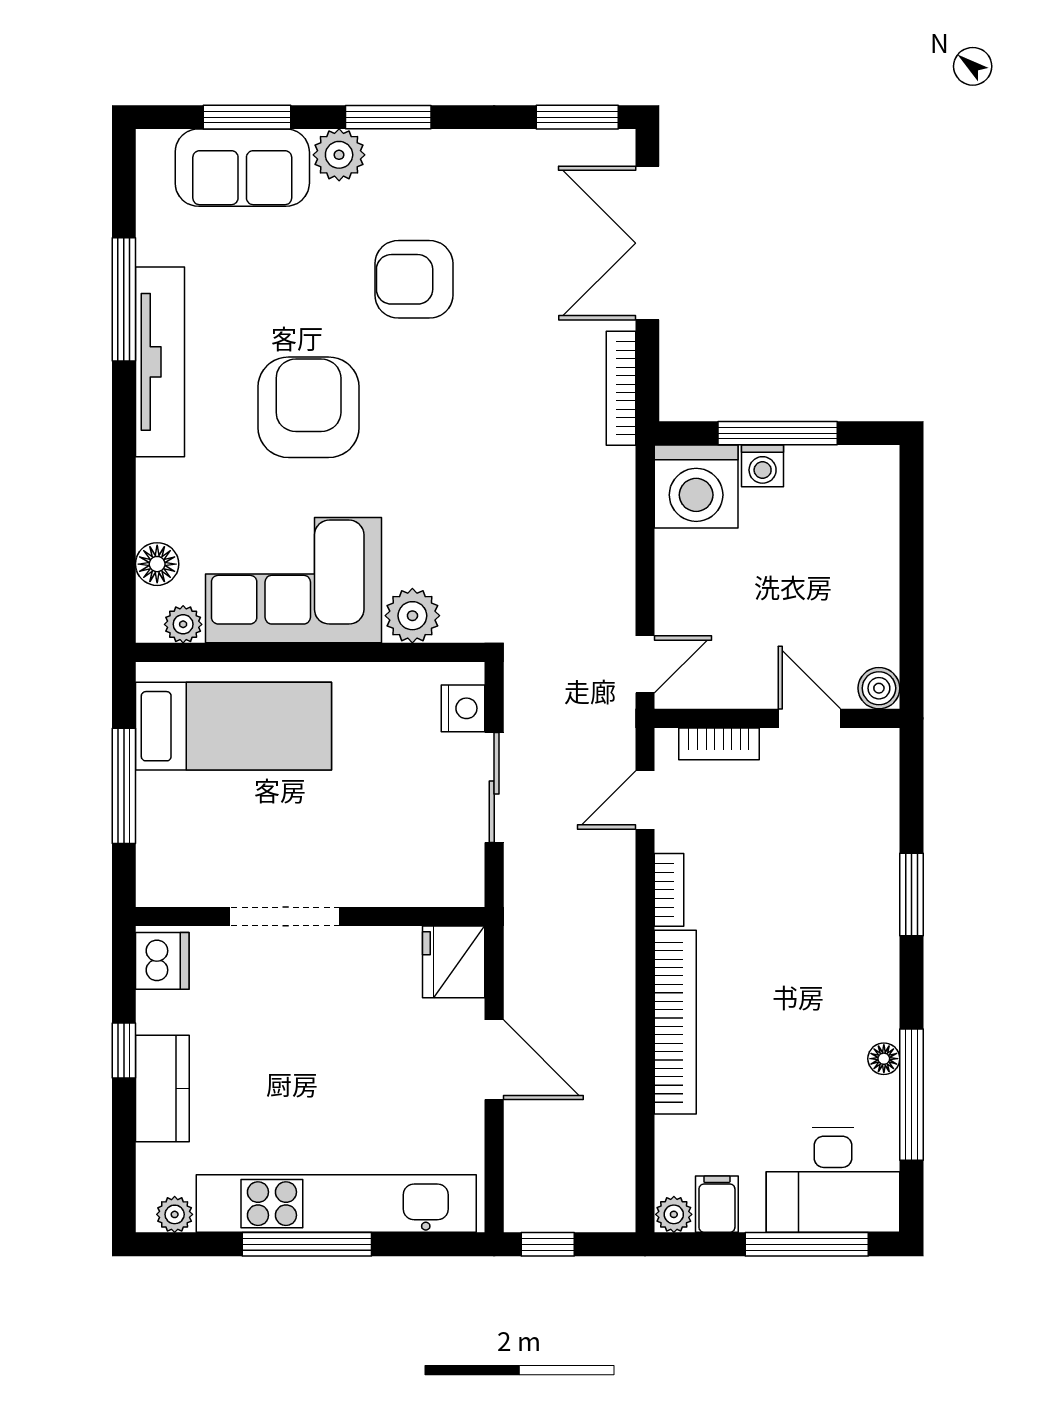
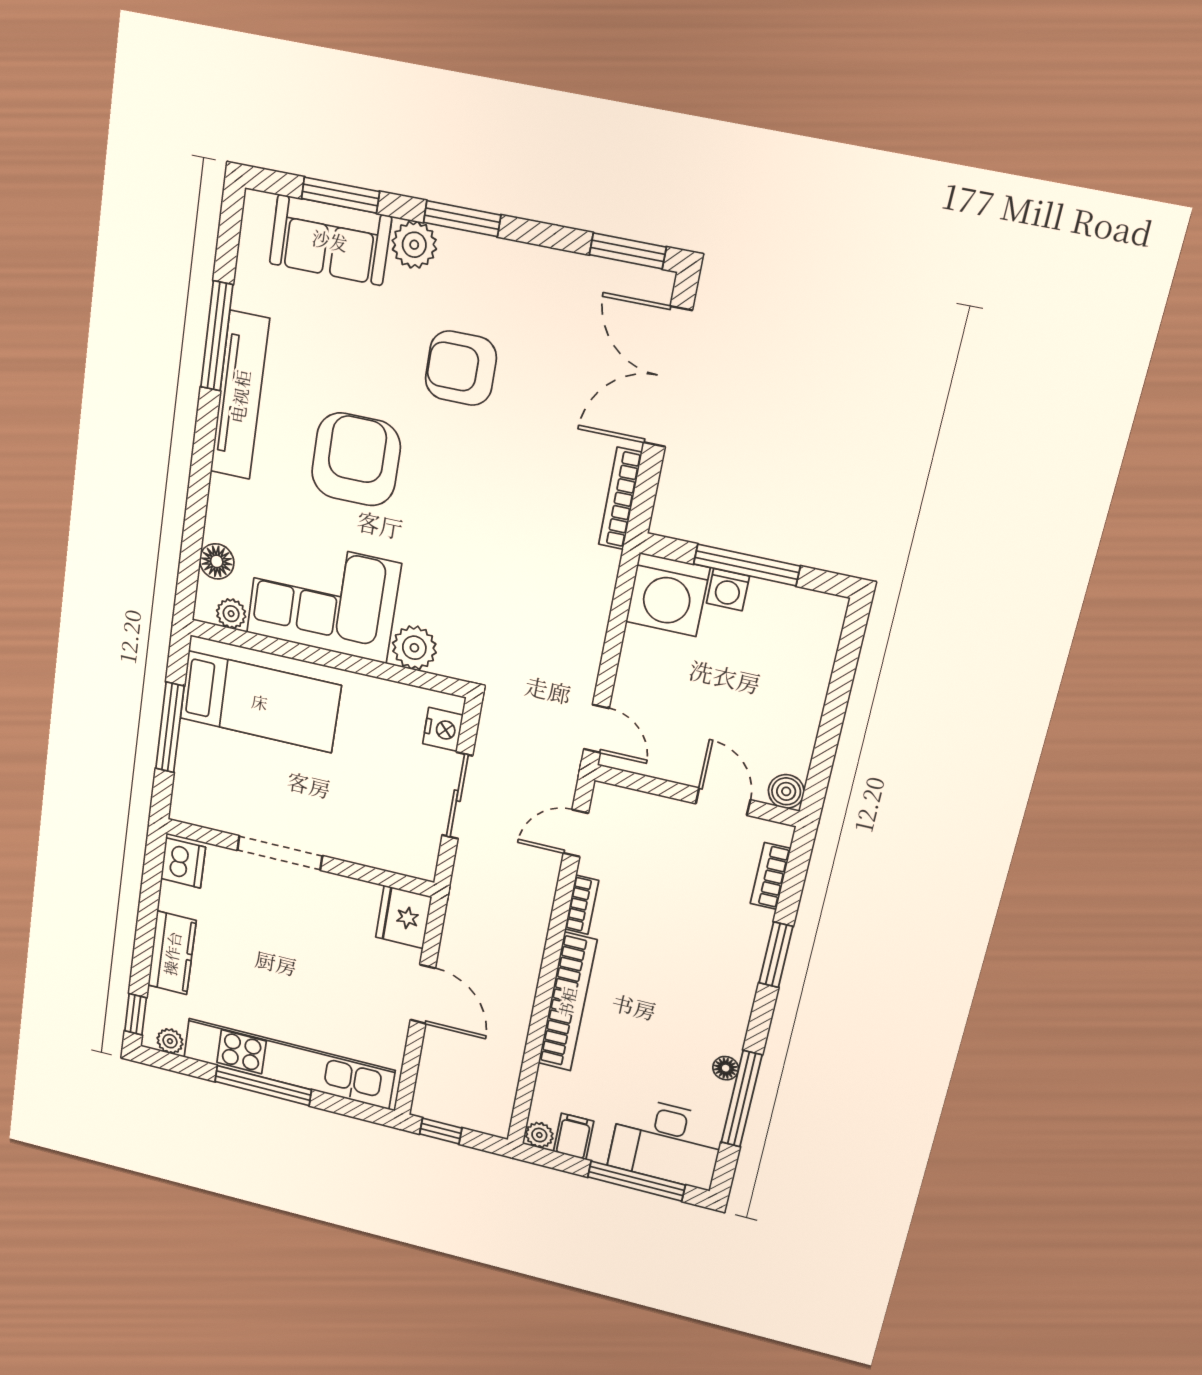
door: (645, 664) -> (596, 729), hinge flipped
bookcase: (719, 744) -> (770, 876), moved, turned 90
window: (124, 1050) -> (136, 1014), moved

